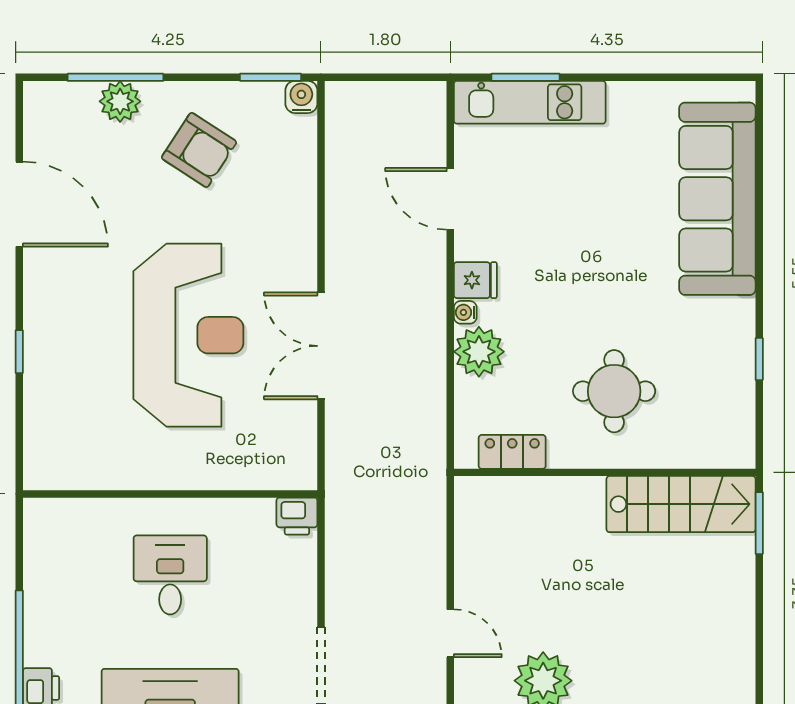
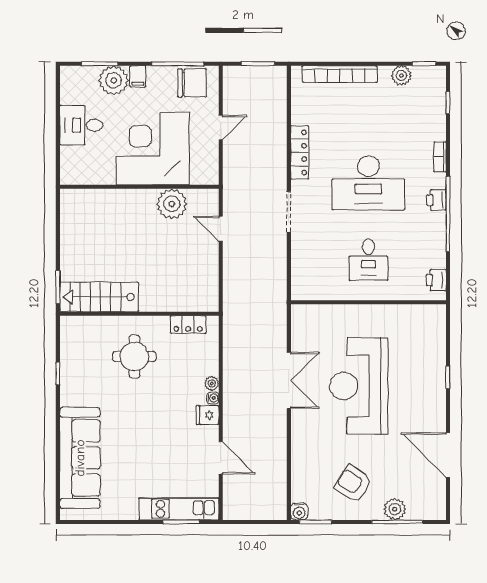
plant: (479, 352) -> (212, 383), width x0.53, depth x0.53
printer: (297, 516) -> (436, 280), moved, turned -90

